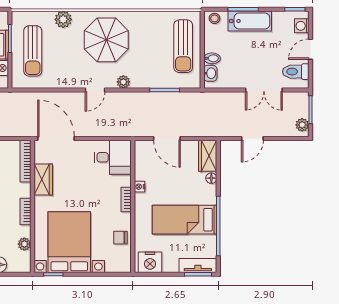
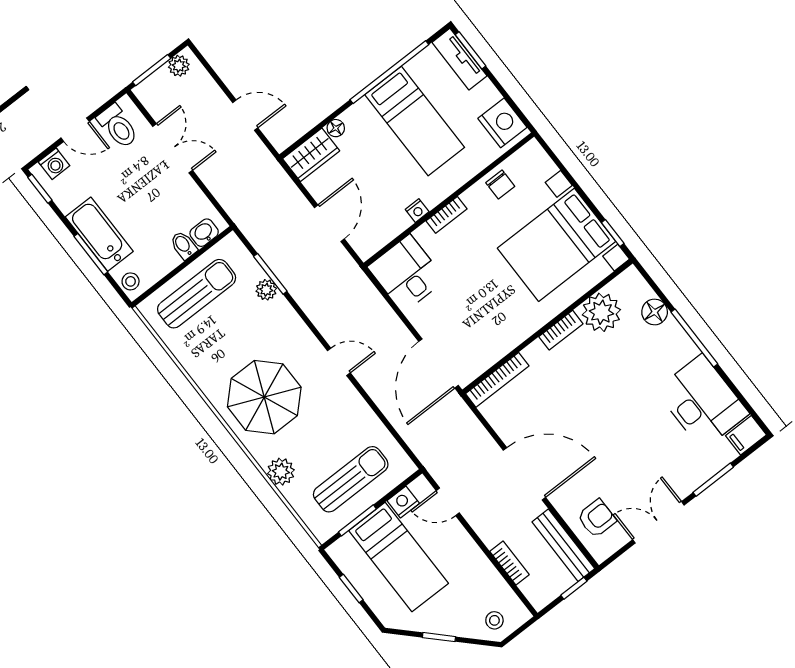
plant: (123, 82) -> (266, 290), moved
wardrobe: (43, 179) -> (503, 339), removed
plant: (24, 244) -> (601, 312), width x1.88, depth x1.88

